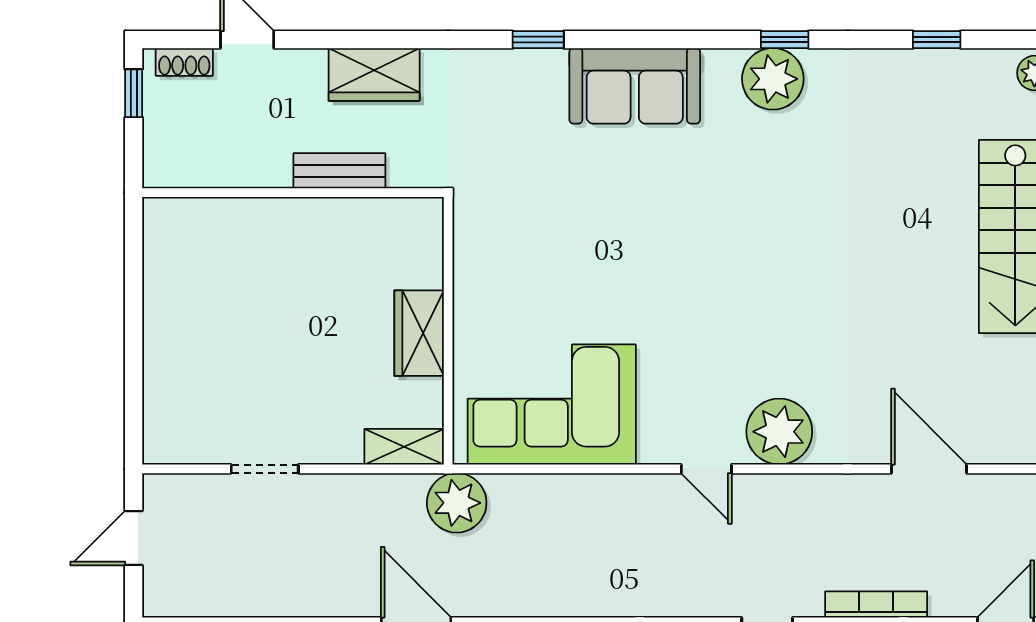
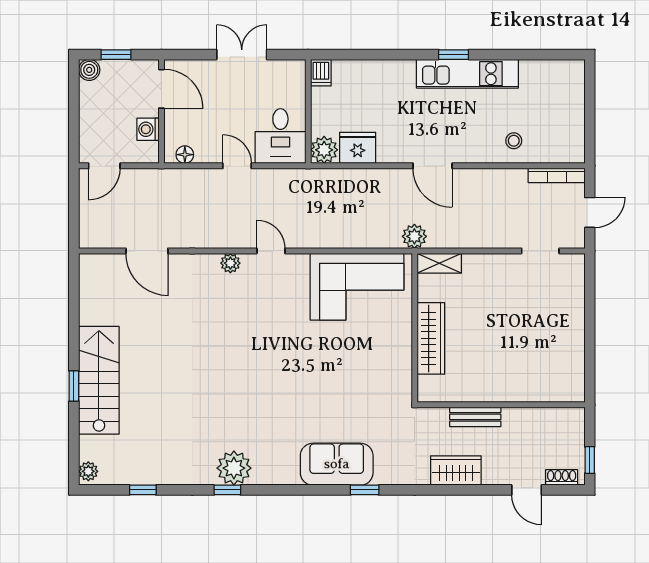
sofa: (635, 86) -> (337, 464), moved
wardrobe: (419, 333) -> (431, 338), width x1.50
plant: (779, 432) -> (230, 263), width x0.53, depth x0.53
doorway: (265, 469) -> (540, 251), moved
plant: (457, 503) -> (414, 236), width x0.73, depth x0.73
bookcase: (876, 604) -> (557, 175), moved

